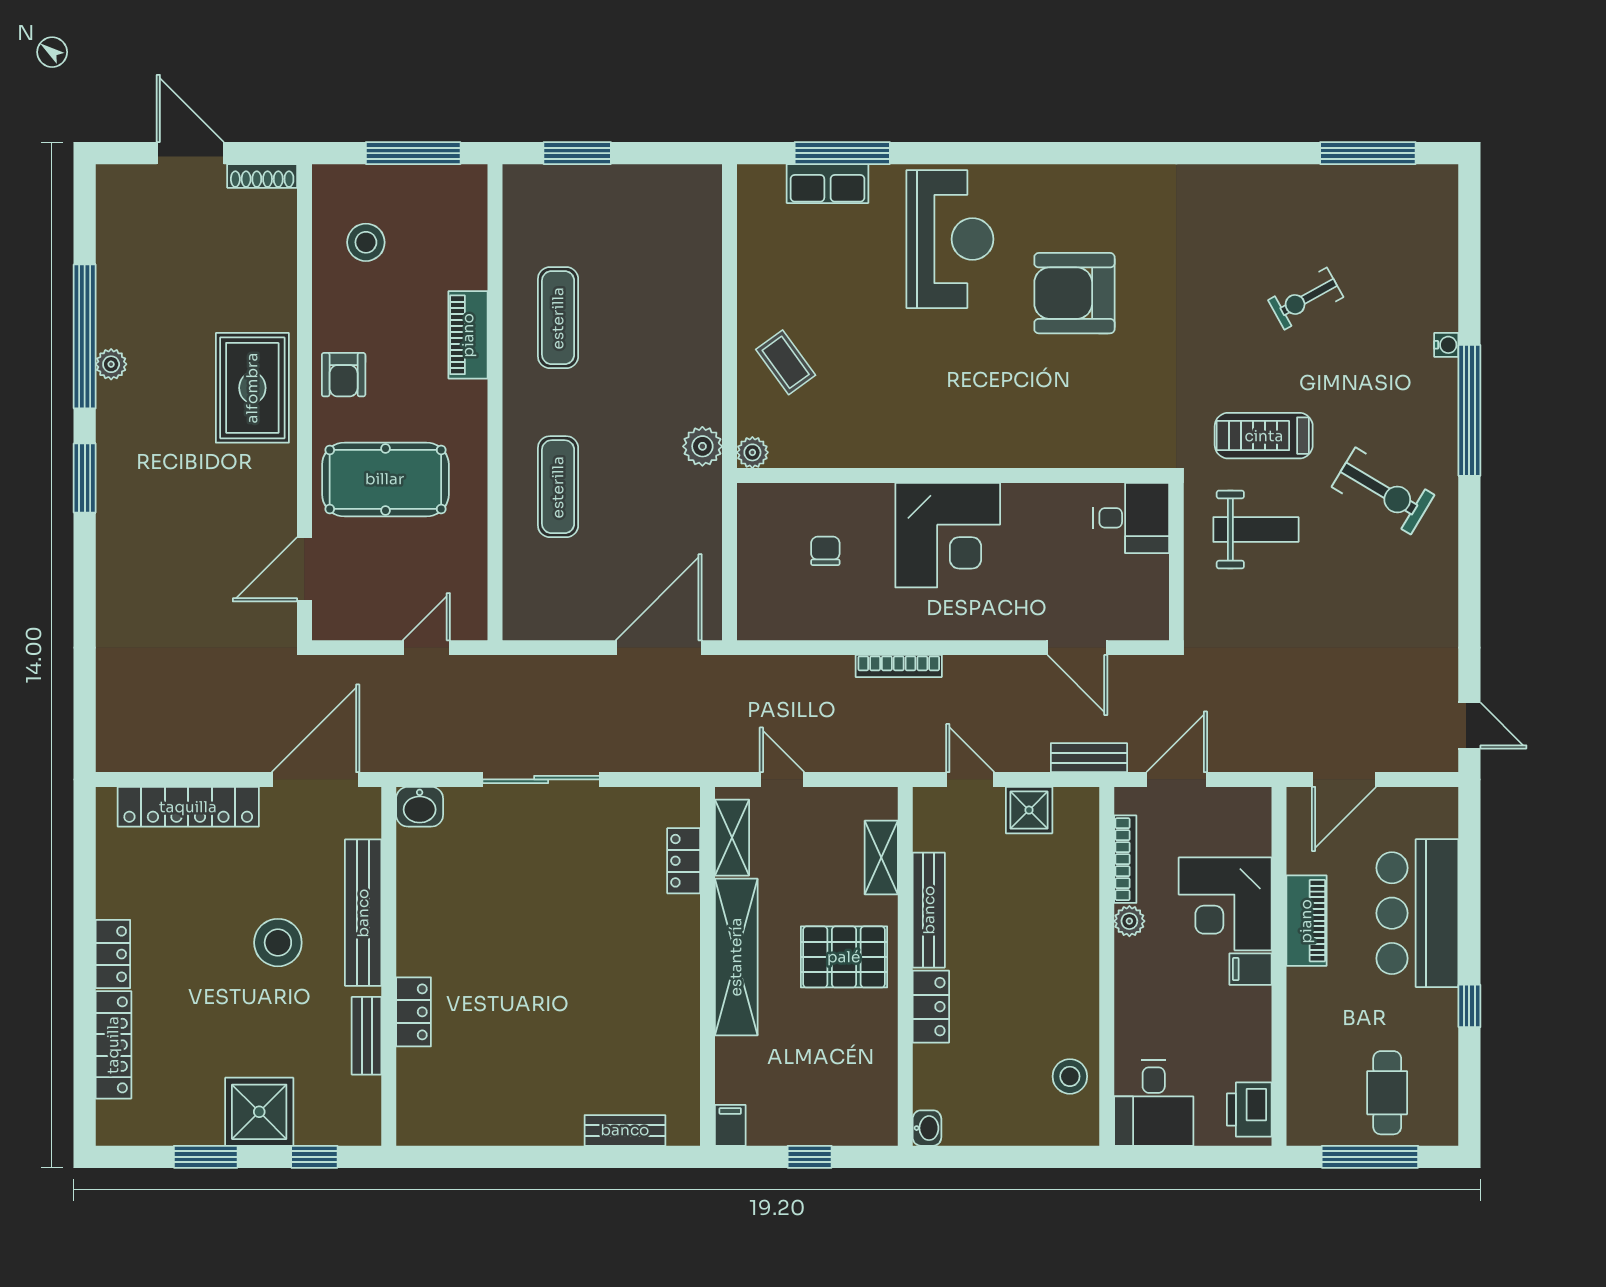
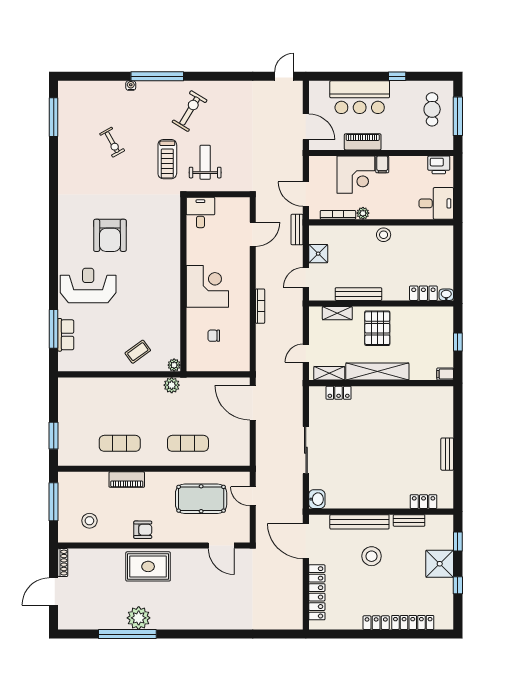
plant: (111, 364) -> (139, 618), width x1.88, depth x1.88
window: (85, 478) -> (184, 634), removed
pool table: (385, 479) -> (201, 499), moved, turned 90
locker: (931, 1007) -> (423, 293), moved
locker: (414, 1012) -> (424, 502), moved
stool: (1070, 1076) -> (384, 235), moved
cafe table: (1387, 1093) -> (432, 109), turned 90
bench: (625, 1130) -> (447, 454), moved
window: (206, 1157) -> (458, 585), width x0.67

